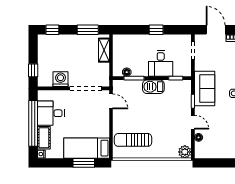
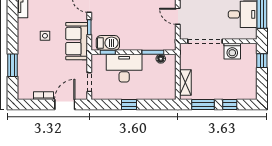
window: (52, 30) -> (230, 105), moved
door: (216, 30) -> (65, 105), swing flipped
desk: (161, 63) -> (124, 68), width x1.37
barbecue: (153, 87) -> (108, 43), moved
door: (111, 101) -> (178, 16), moved

